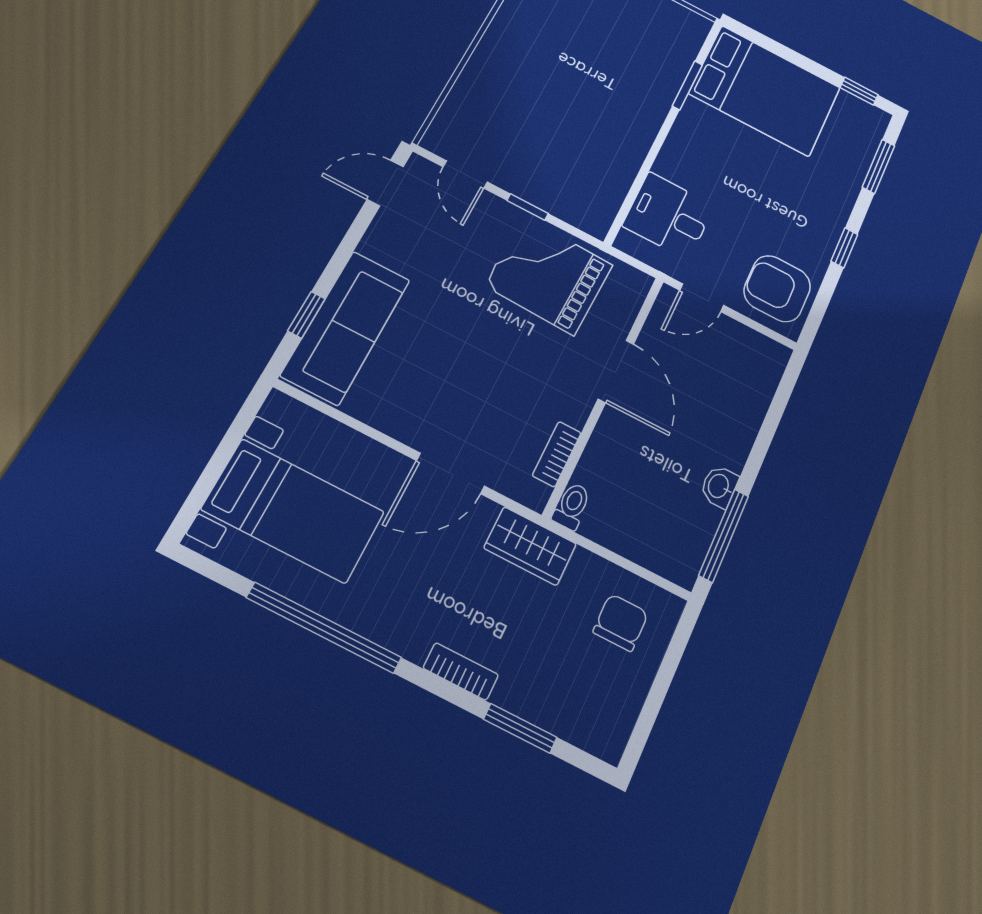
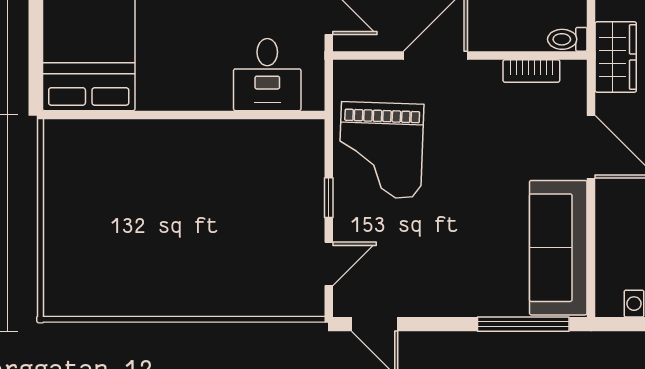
window: (687, 85) -> (126, 115), removed
window: (306, 315) -> (523, 324), width x2.17
sofa: (346, 327) -> (558, 248), moved, turned -90

